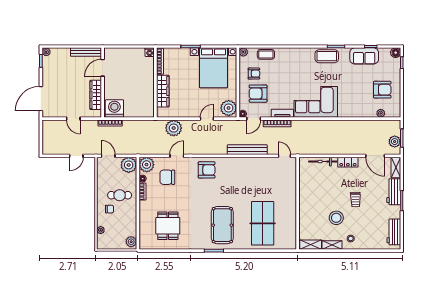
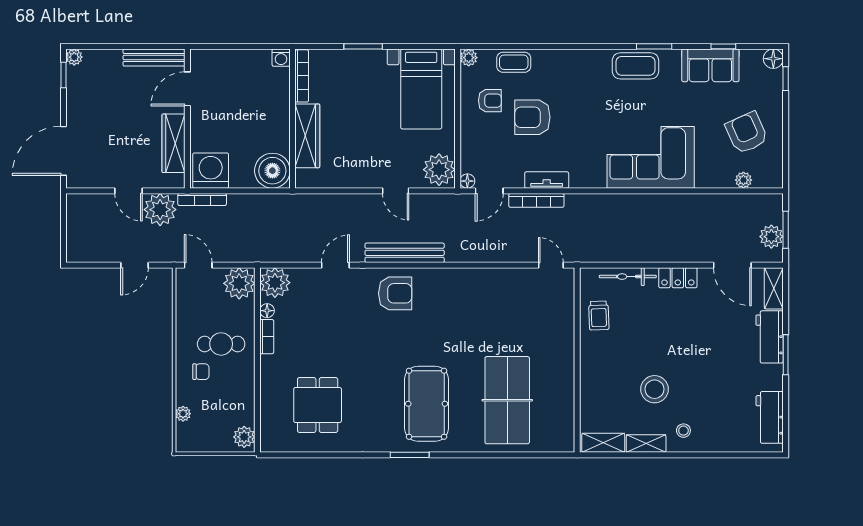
bed with nightstands: (214, 68) -> (421, 89), width x0.73
armchair: (382, 90) -> (747, 133), turned -114
armchair: (258, 94) -> (532, 117), moved
corner sofa: (316, 102) -> (651, 157), moved
boiler: (145, 109) -> (272, 171), added
door: (207, 119) -> (396, 191), swing flipped
plant: (174, 128) -> (160, 210), moved
bench: (247, 150) -> (405, 253), moved
chair: (167, 177) -> (317, 308), removed
trolley: (355, 199) -> (599, 316), moved

